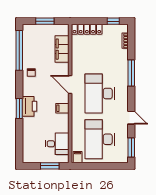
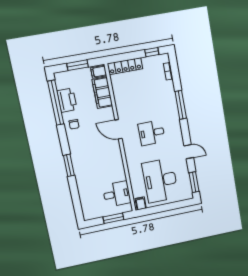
desk: (100, 93) -> (152, 133), width x0.53, depth x0.77
printer: (29, 106) -> (67, 100), moved
filing cabinet: (62, 108) -> (99, 72), moved

